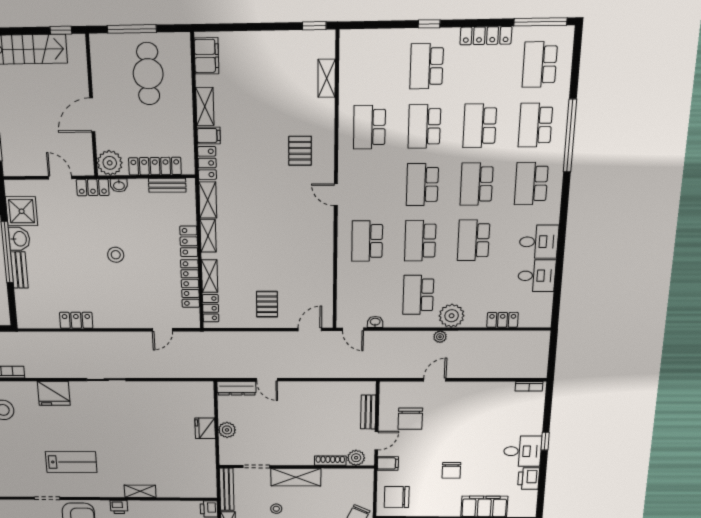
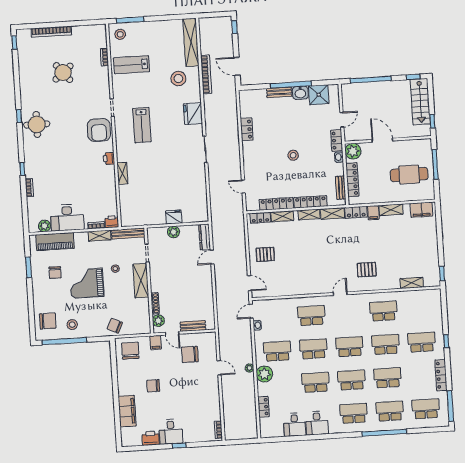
locker: (189, 241) -> (310, 202), width x1.53

